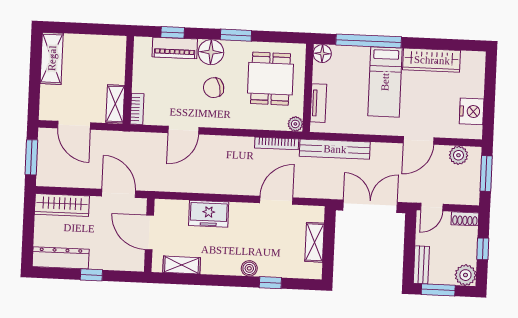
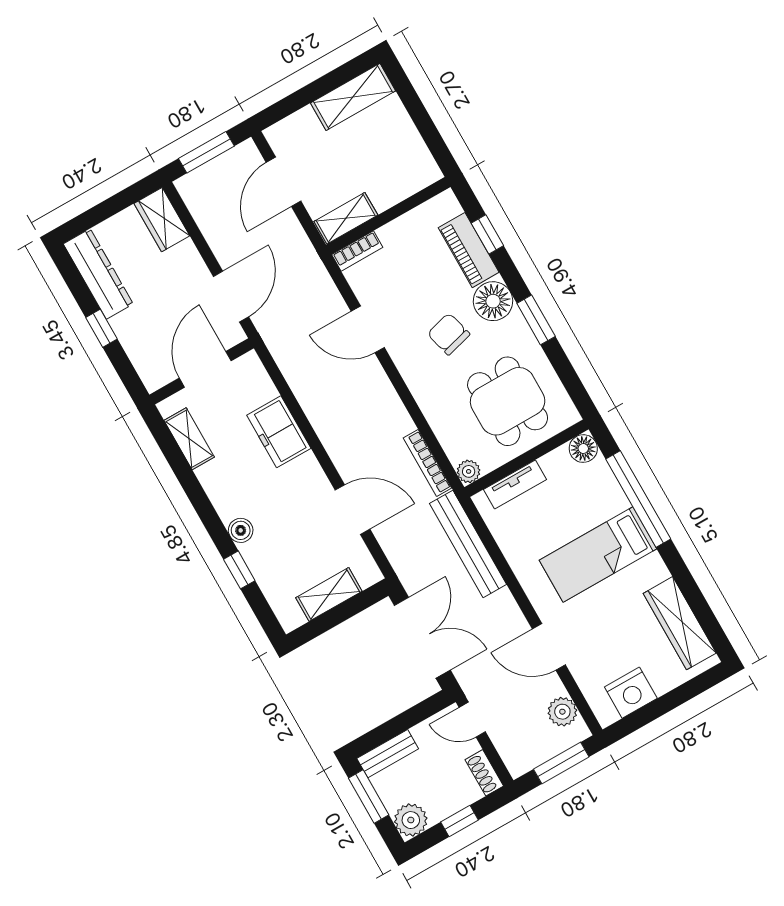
wardrobe: (432, 60) -> (680, 623), moved
dining table: (271, 79) -> (508, 401), turned 90
wardrobe: (62, 205) -> (162, 220), width x0.67

